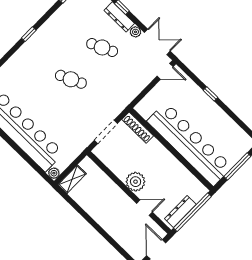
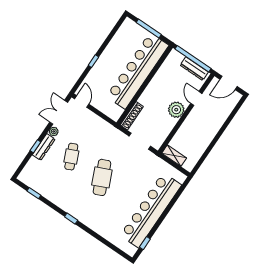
cafe table: (71, 79) -> (102, 177), width x1.37, depth x1.35
plant: (54, 173) -> (181, 178), removed
shelving: (72, 179) -> (174, 156), moved

